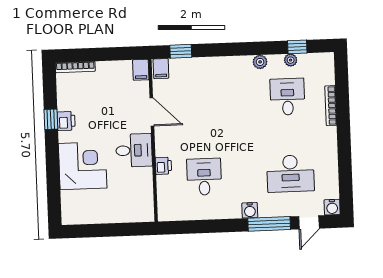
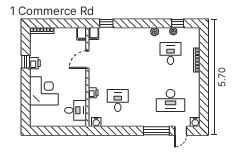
door: (152, 112) -> (87, 60), swing flipped
desk: (134, 150) -> (76, 110), moved
water cooler: (250, 210) -> (96, 122), moved

